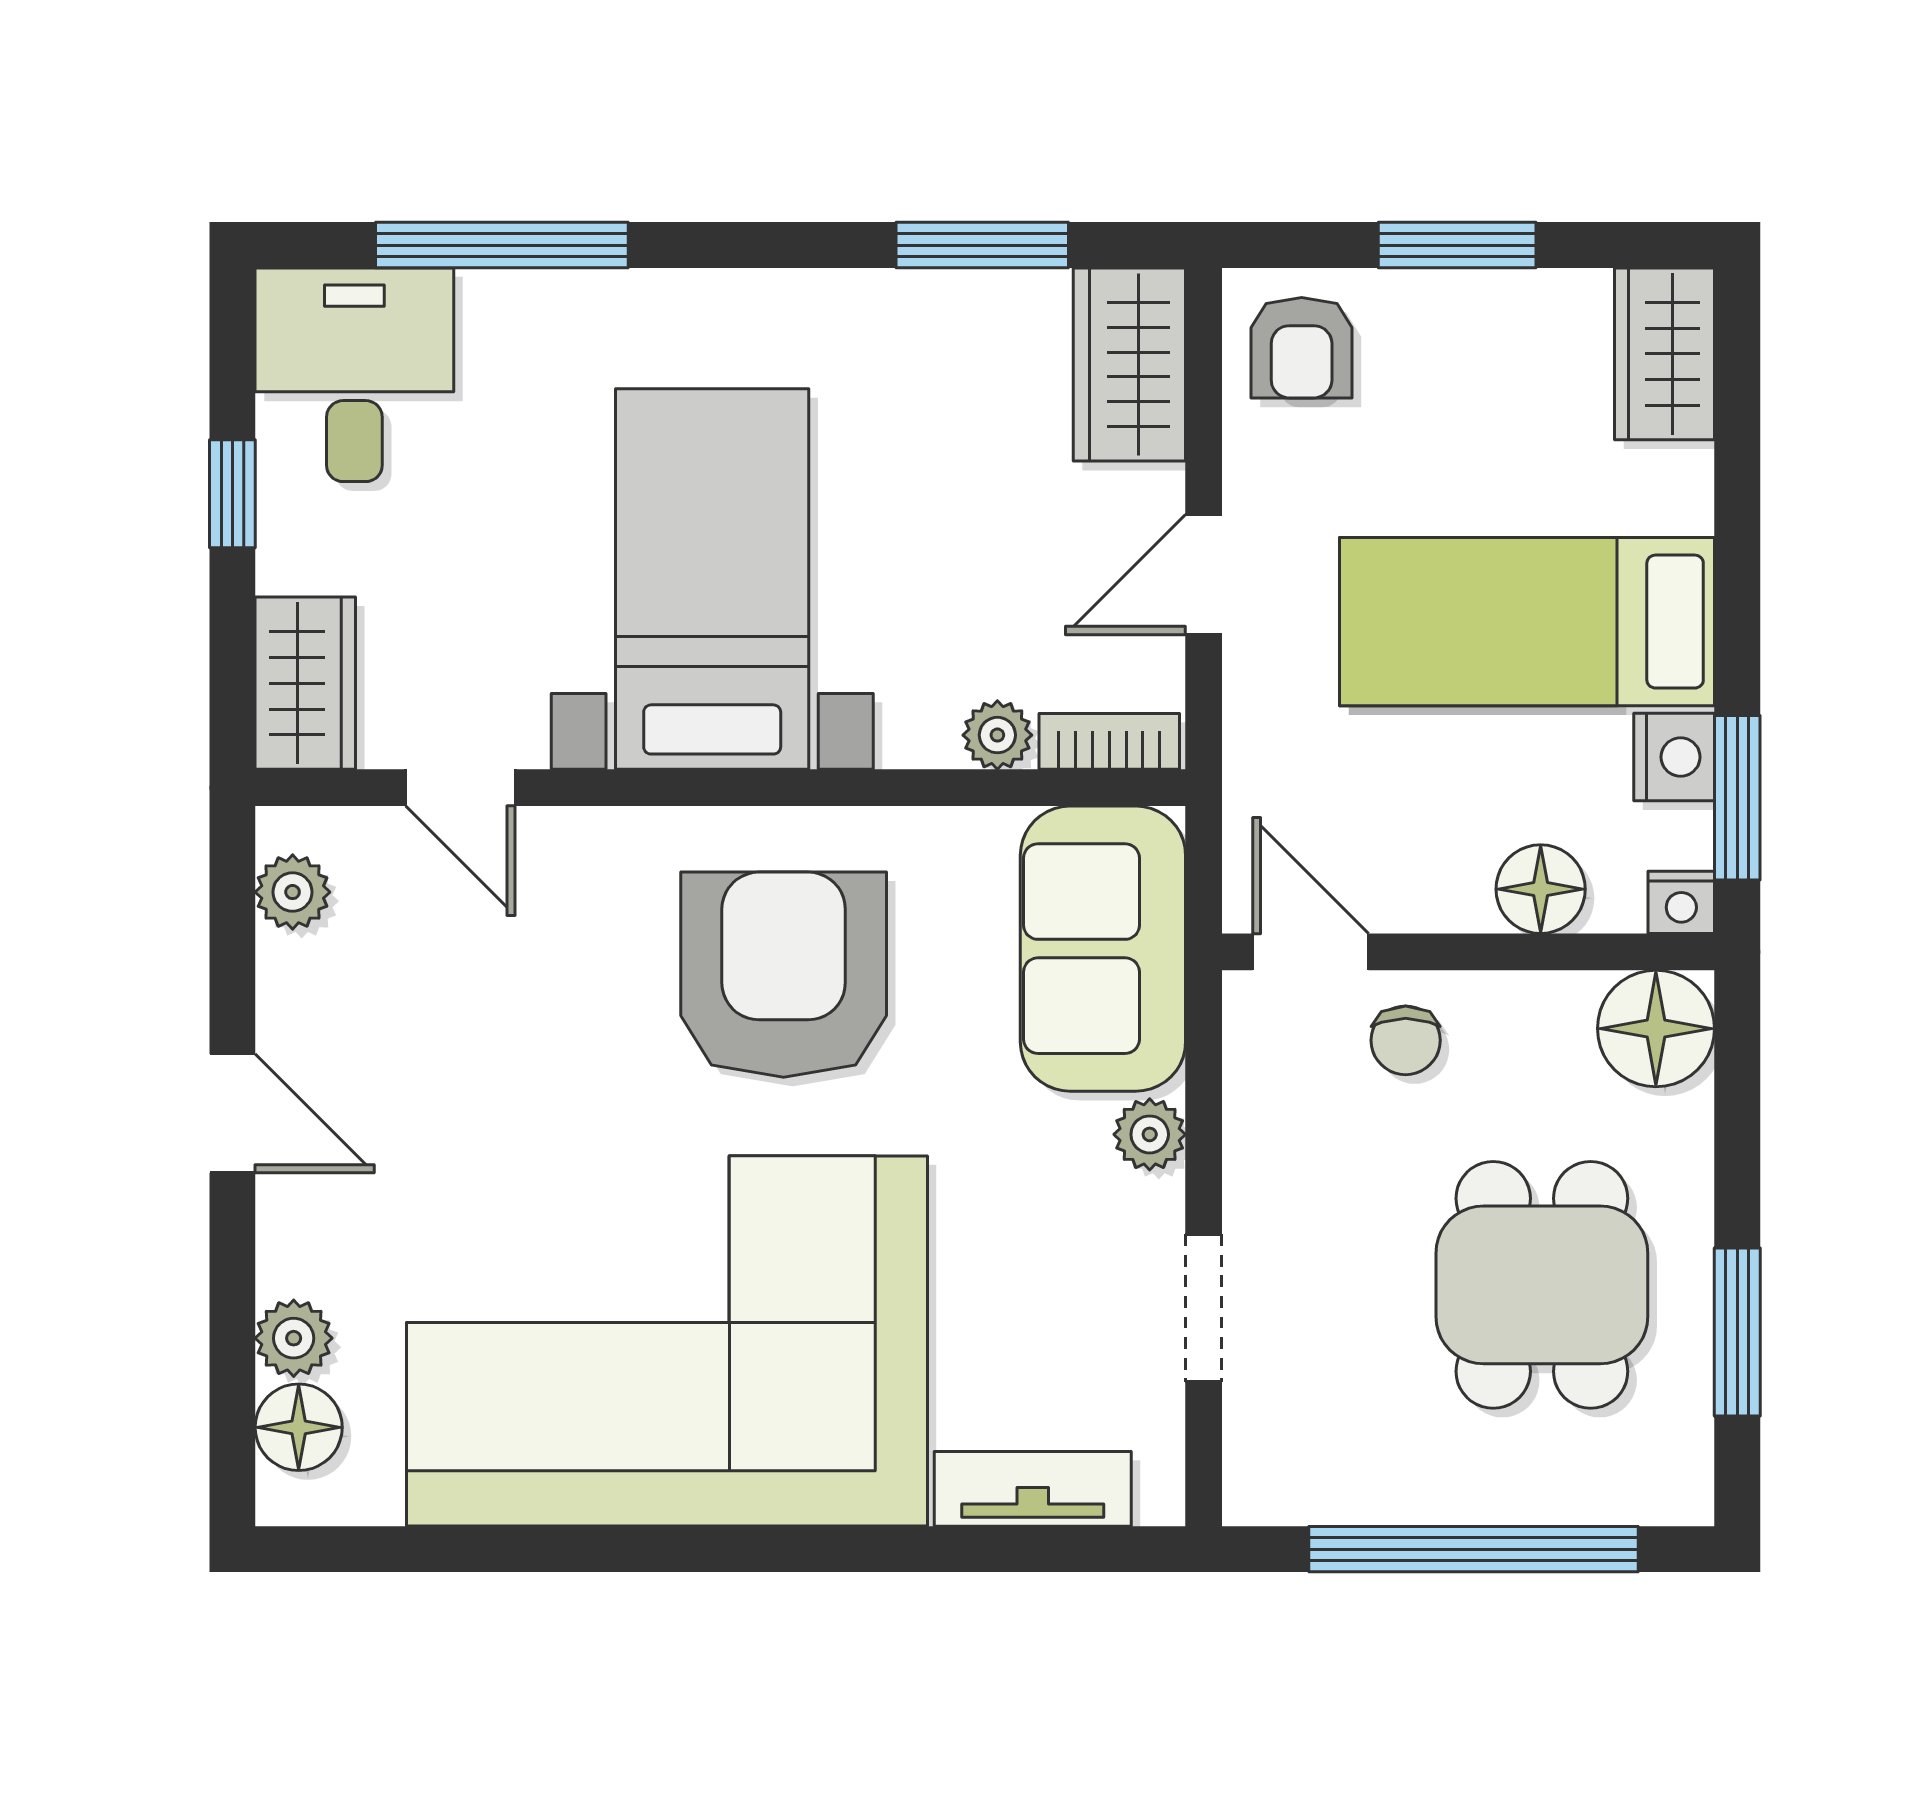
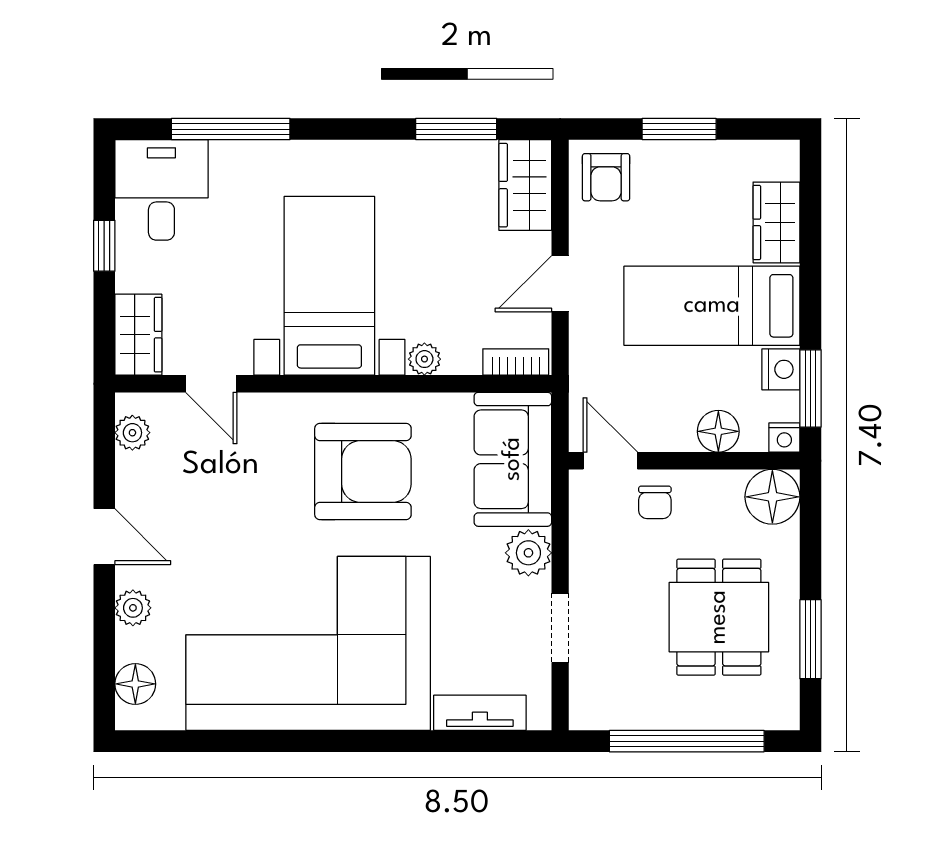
wardrobe: (1665, 354) -> (776, 222), moved
plant: (997, 735) -> (424, 359), moved
armchair: (784, 975) -> (363, 472), turned 90
plant: (1150, 1134) -> (528, 553), width x1.38, depth x1.38
plant: (294, 1338) -> (133, 608), moved

